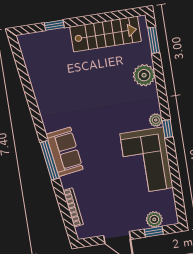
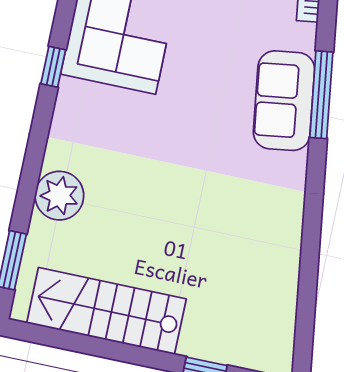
plant: (156, 120) -> (71, 94), removed

